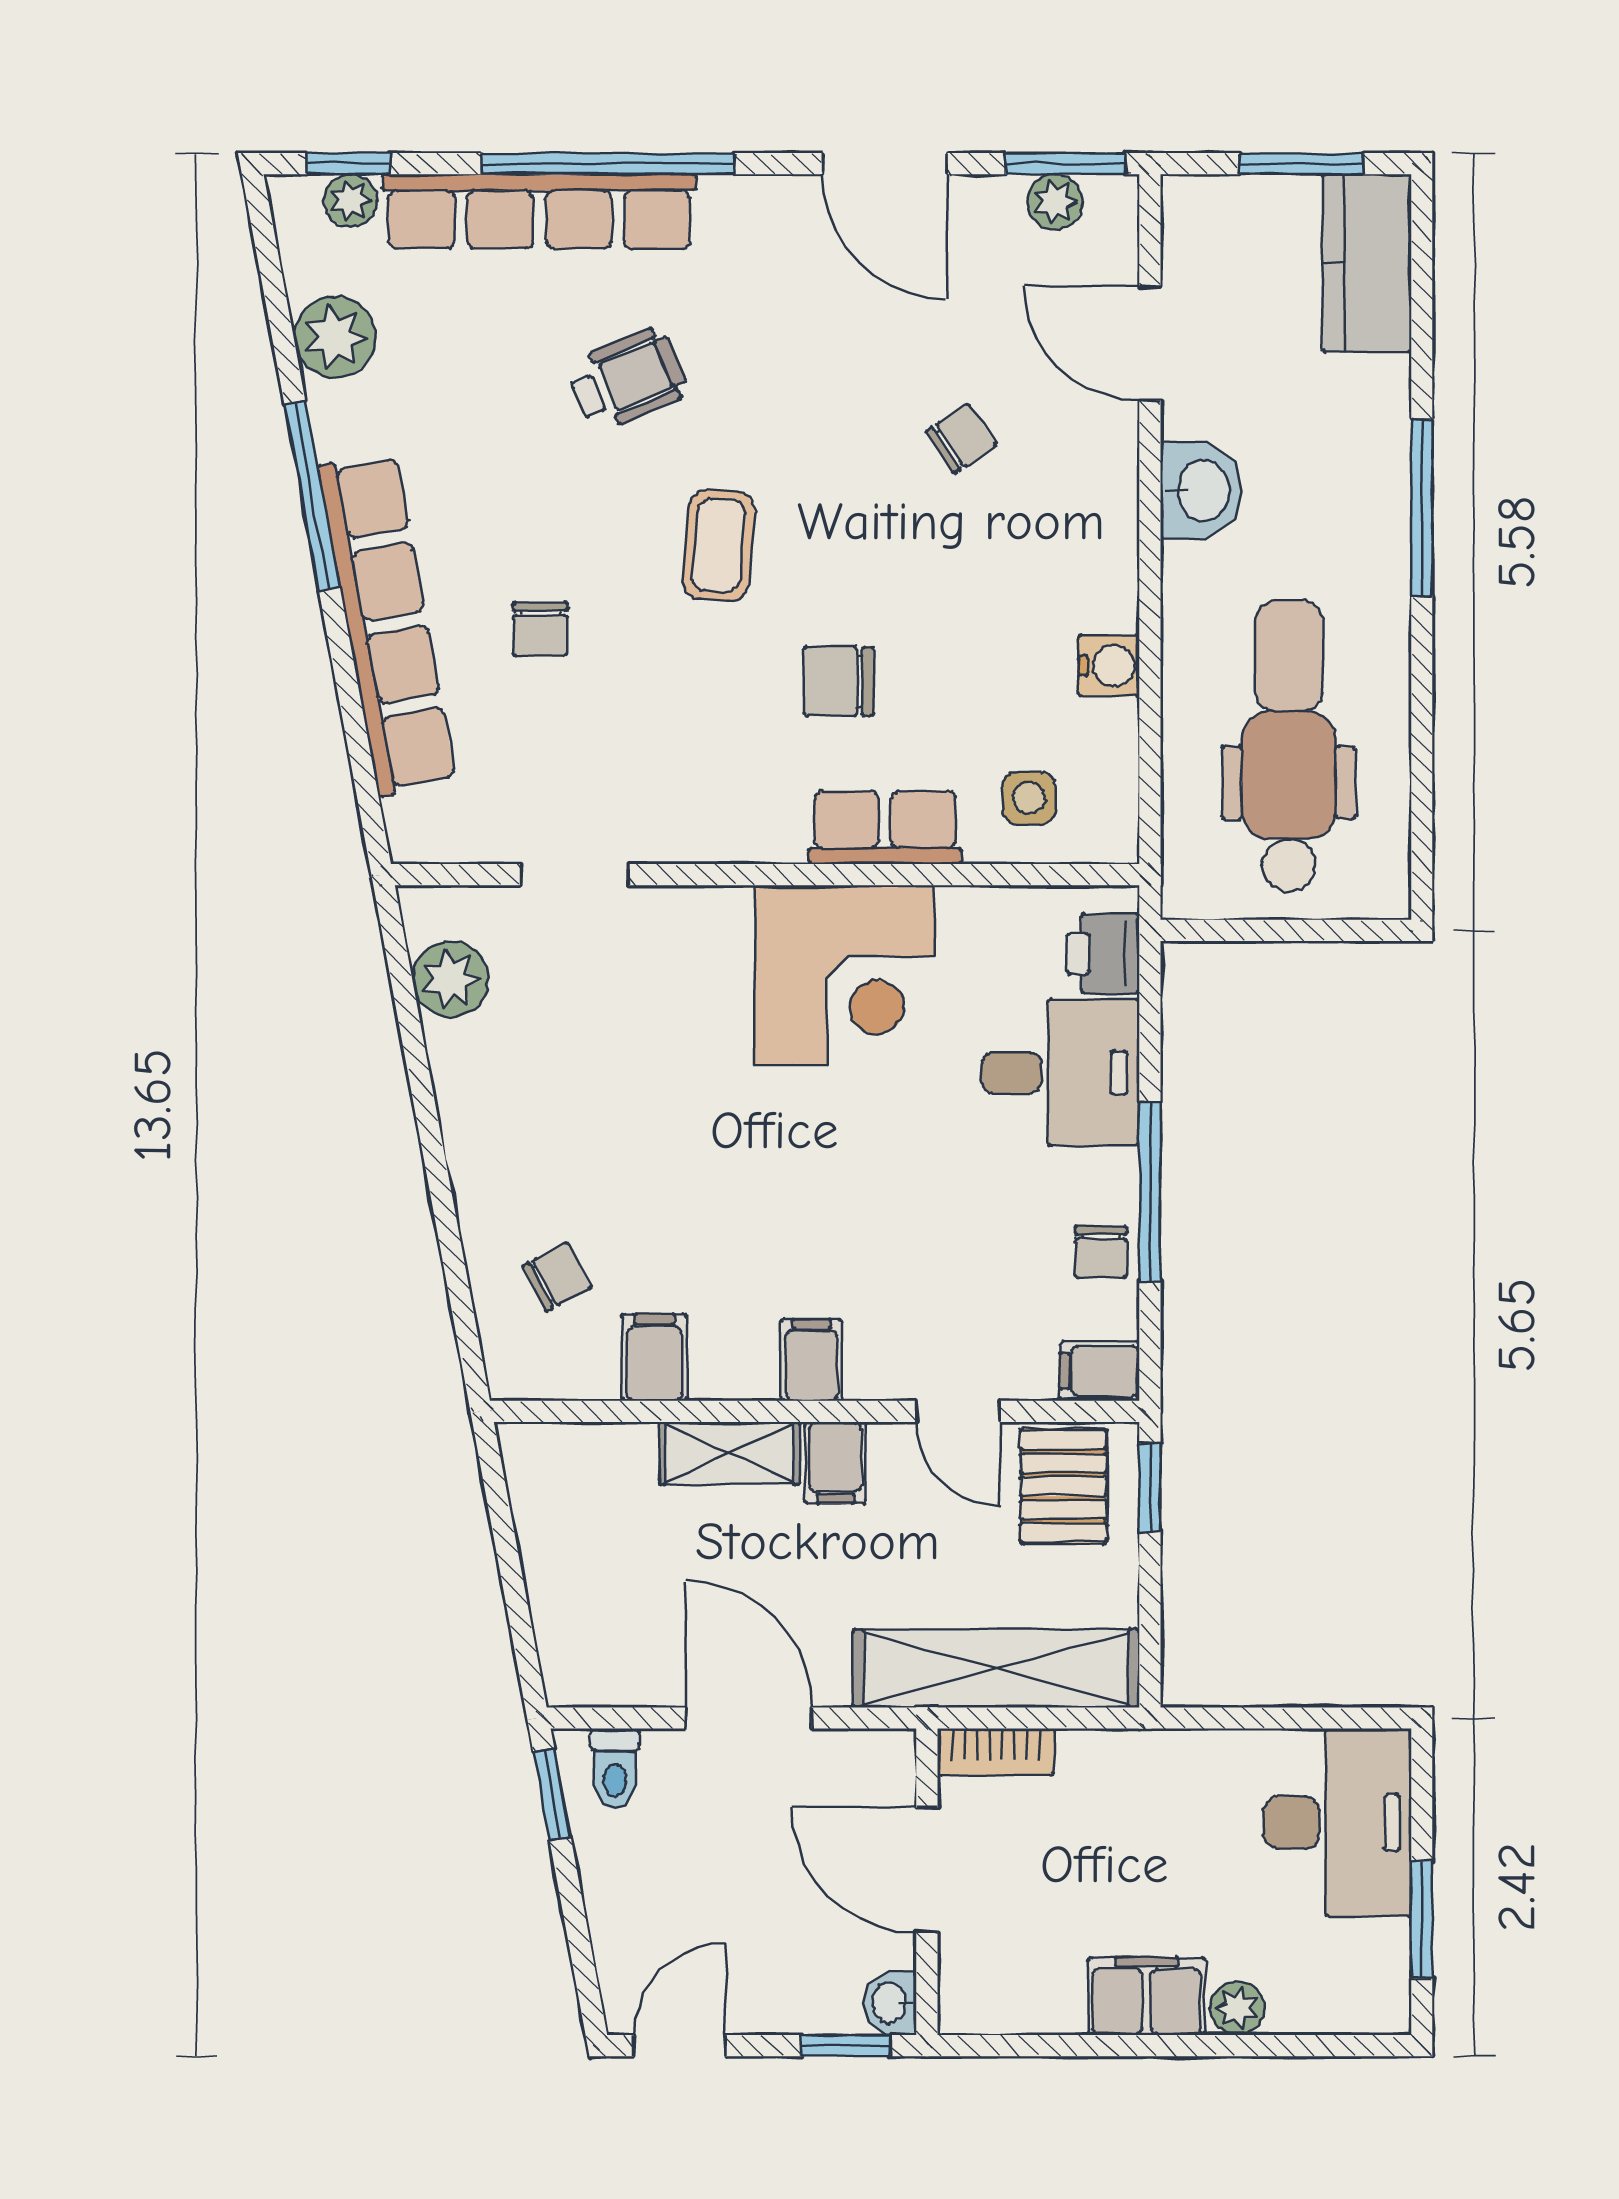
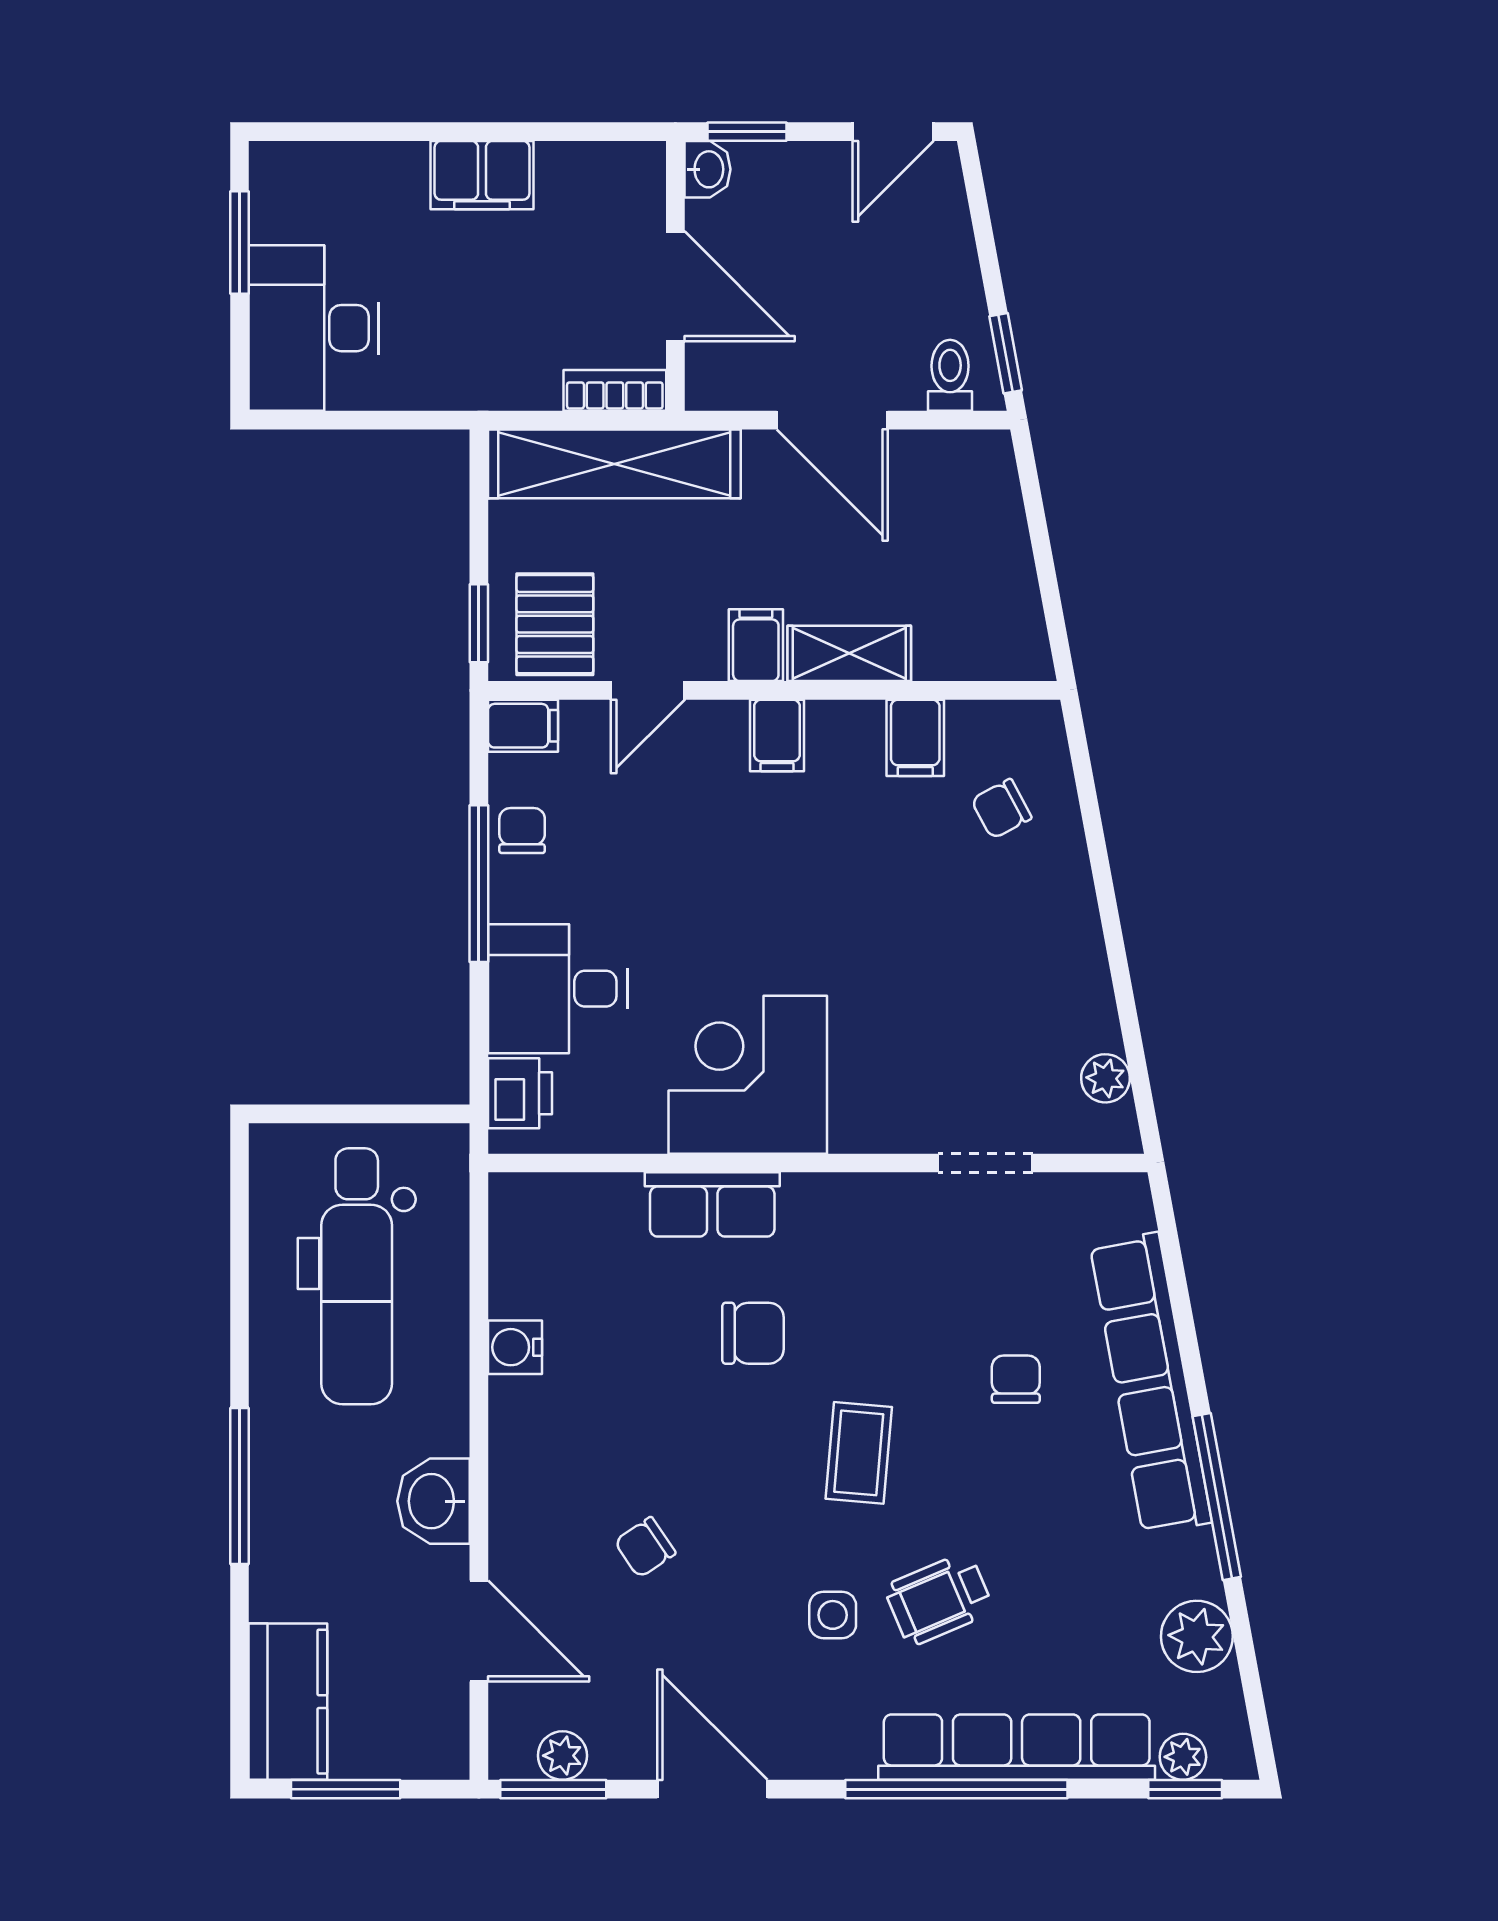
side table: (1029, 798) -> (833, 1615), moved
plant: (451, 979) -> (1105, 1078), width x0.73, depth x0.73
door: (958, 1411) -> (648, 690), swing flipped
plant: (1237, 2008) -> (402, 165), removed

